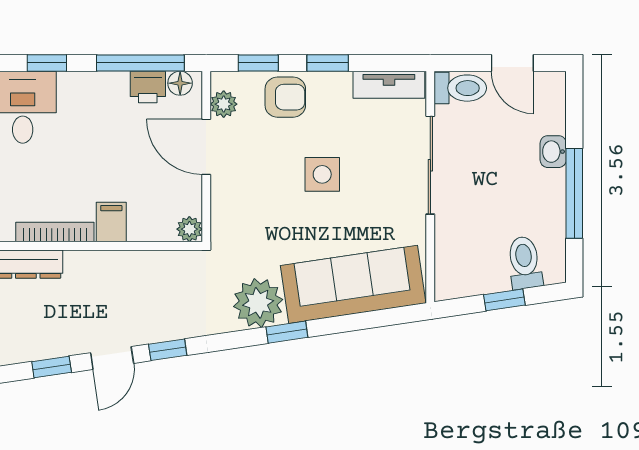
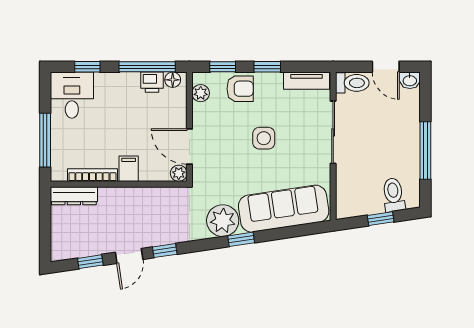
door: (206, 147) -> (189, 146), moved
washbasin: (553, 152) -> (410, 80), moved, turned -90

